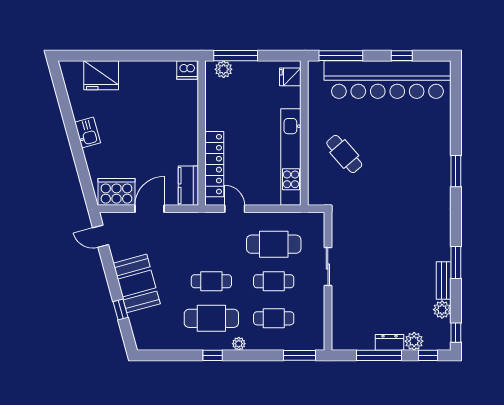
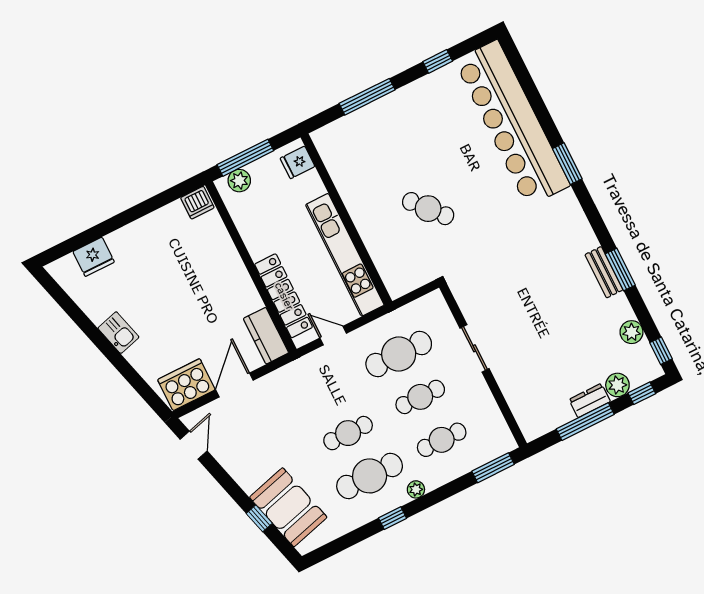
fridge: (101, 75) -> (94, 257), width x0.73, depth x0.75
fridge: (290, 77) -> (298, 162), moved
bar counter: (387, 80) -> (512, 123), moved, turned 90
wall: (304, 133) -> (346, 219), moved
kitchen unit: (291, 157) -> (345, 255), moved
door: (101, 236) -> (194, 445), swing flipped
bench: (444, 281) -> (604, 272), moved
booth: (137, 283) -> (288, 507), moved

